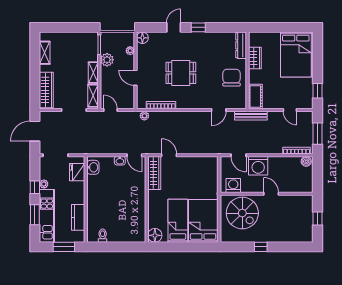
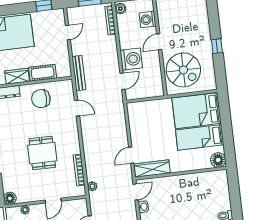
cot: (255, 96) -> (43, 73), moved
washing machine: (233, 185) -> (148, 19), moved
spiral stairs: (242, 213) -> (183, 70), turned 90

